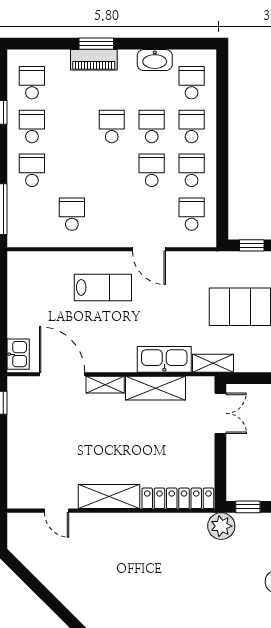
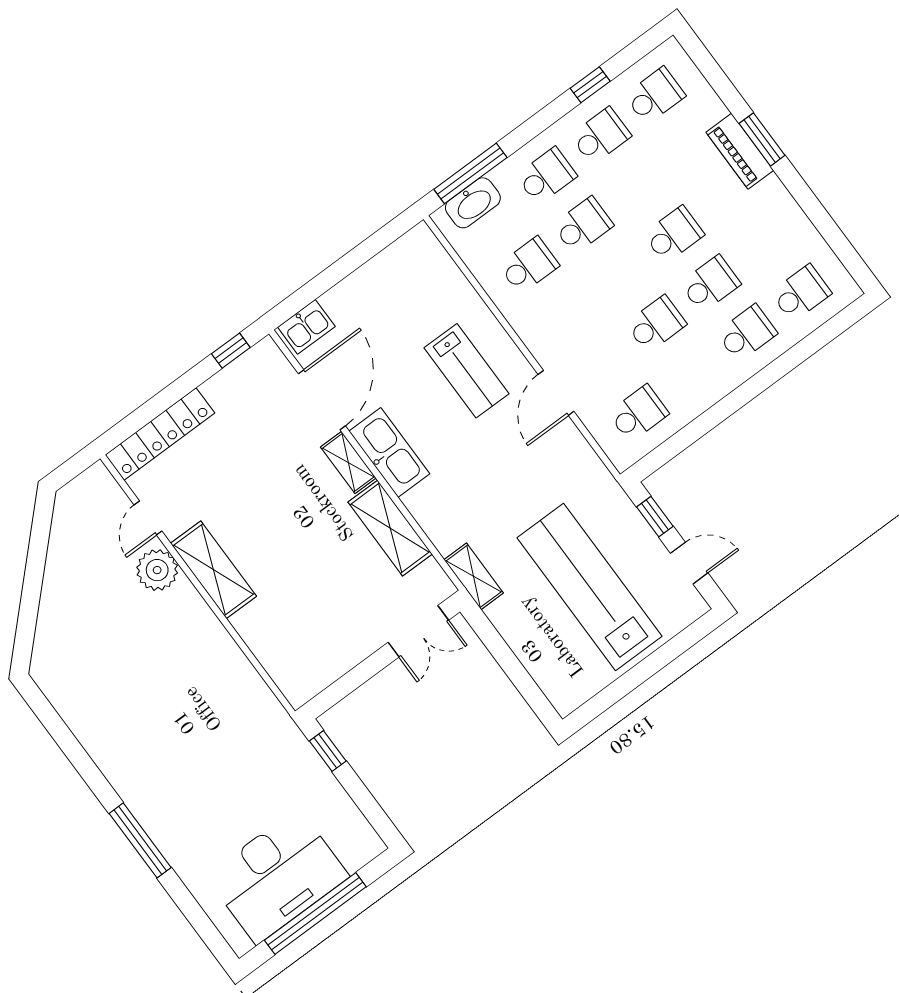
washbasin: (155, 60) -> (473, 203), moved, turned -90
school desk: (192, 170) -> (583, 225), moved
kitchen sink: (164, 359) -> (389, 453), moved
locker: (178, 498) -> (160, 434), moved, turned 90
plant: (221, 526) -> (157, 570), moved

